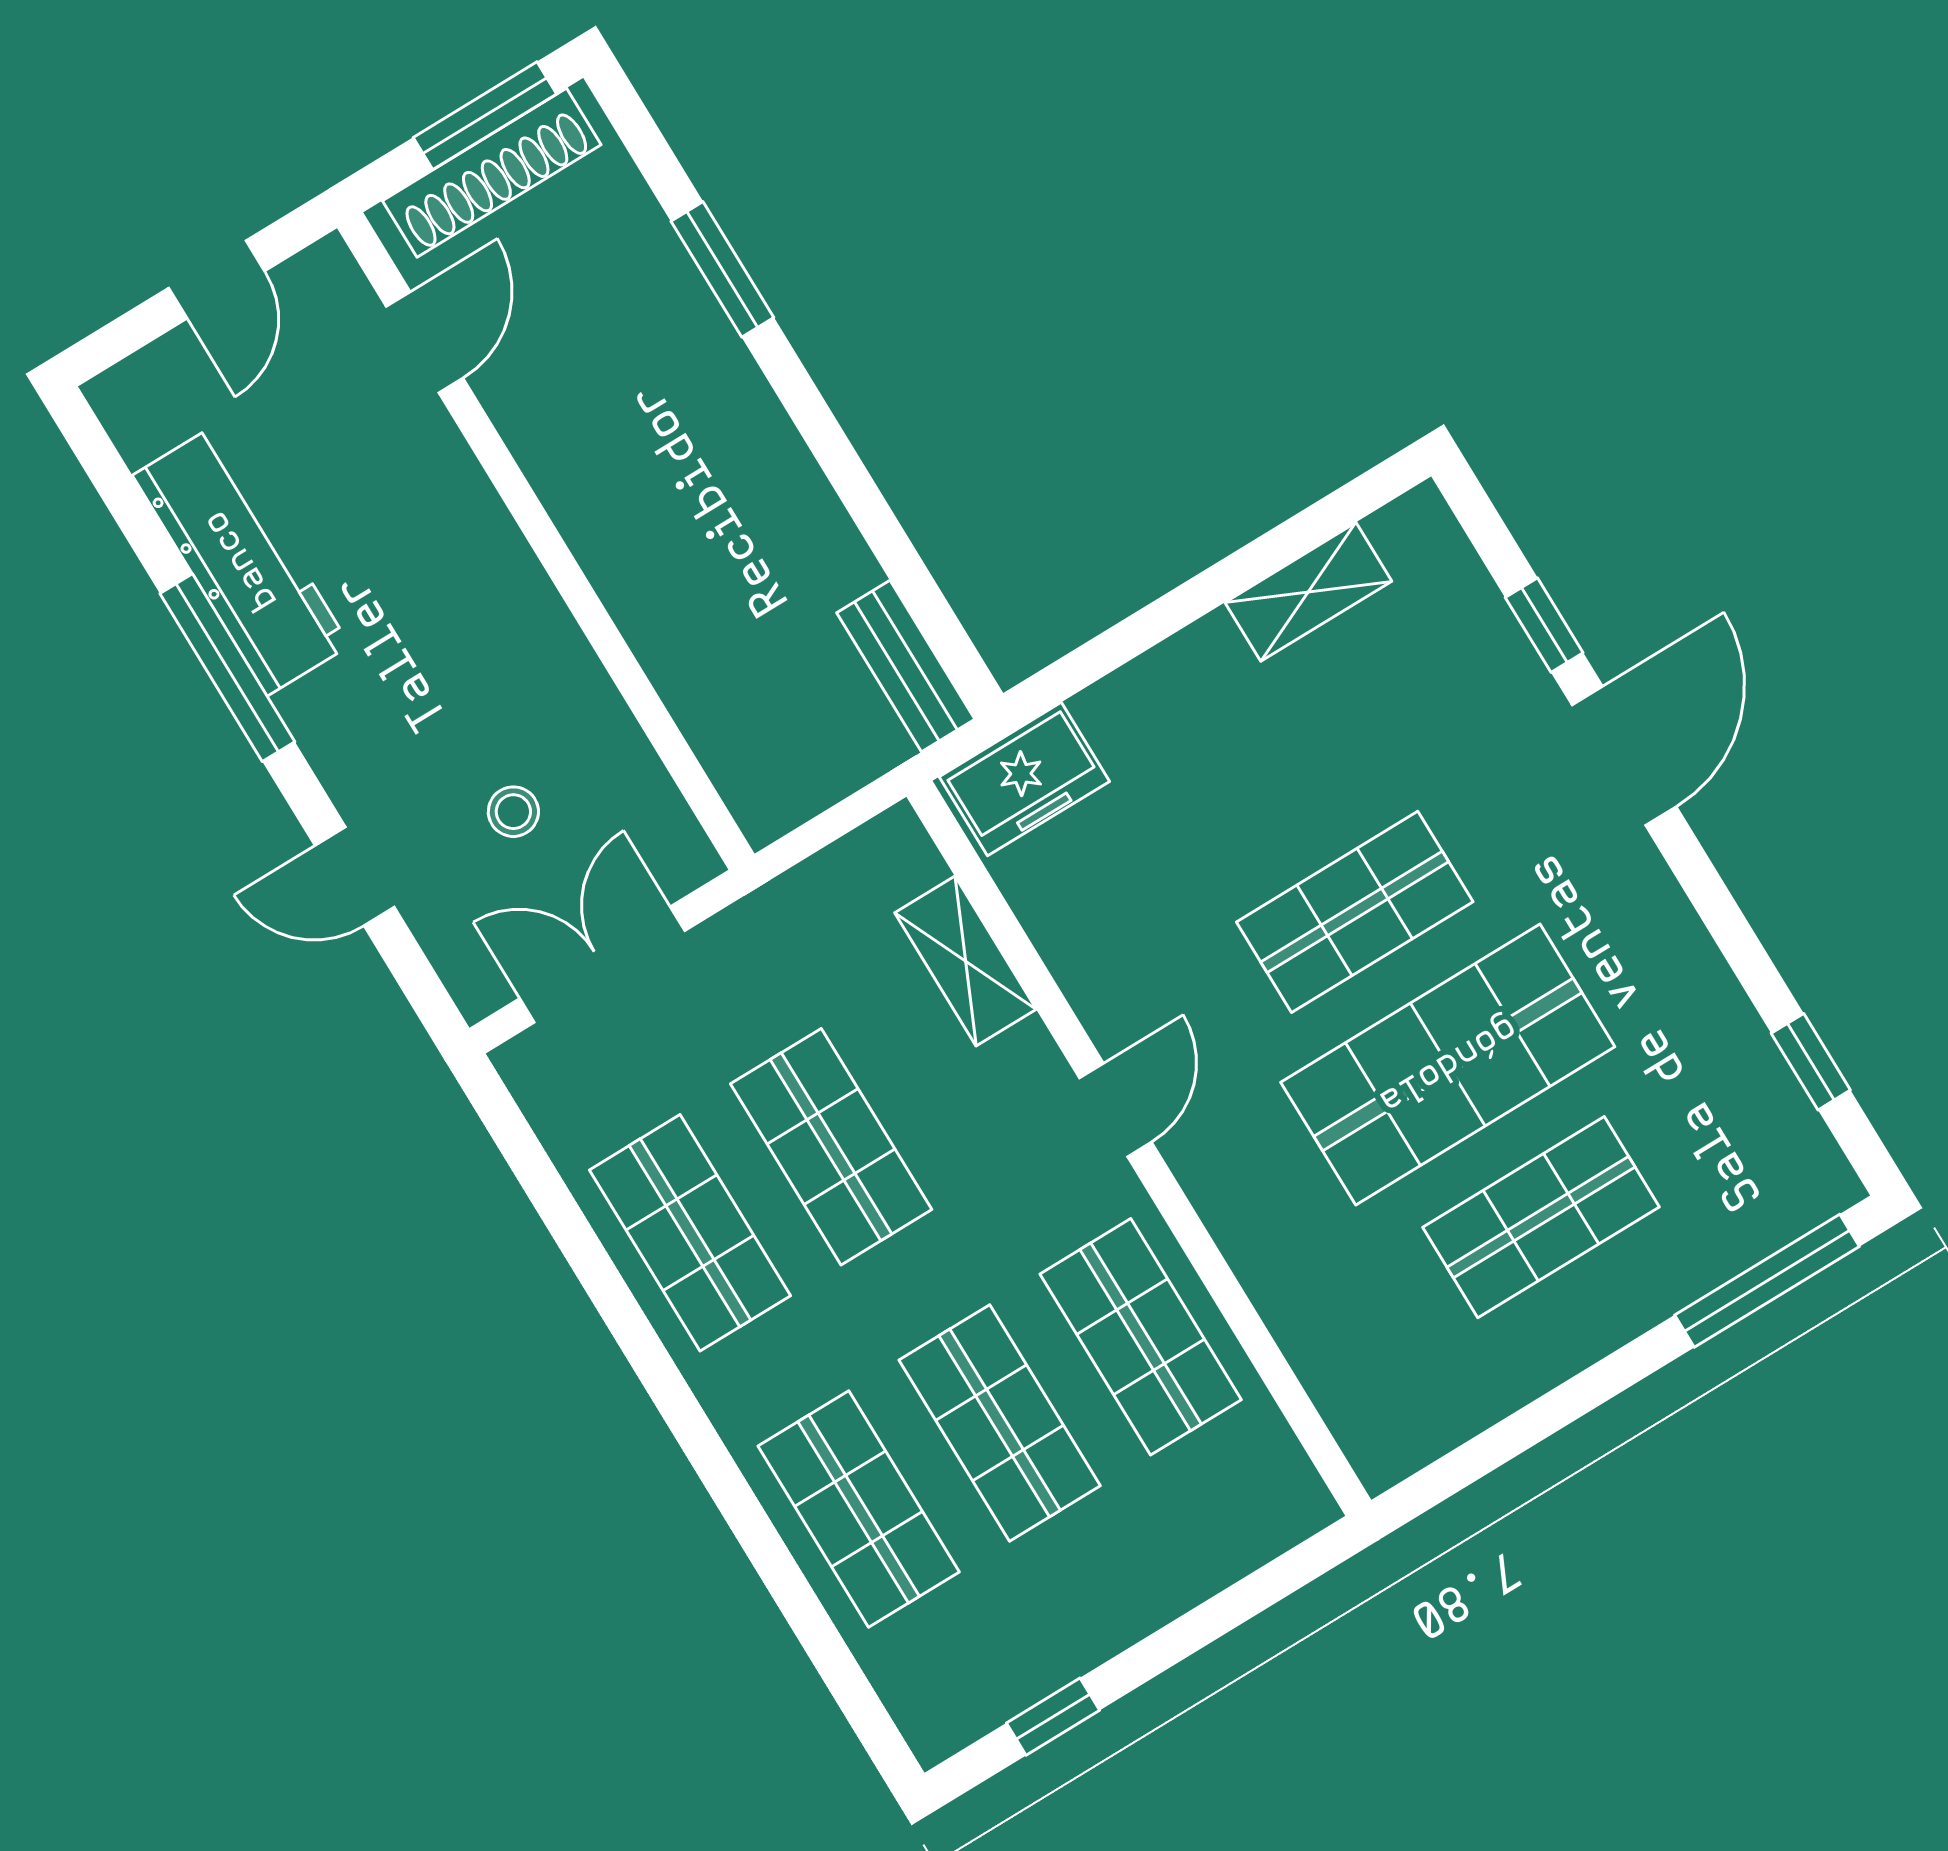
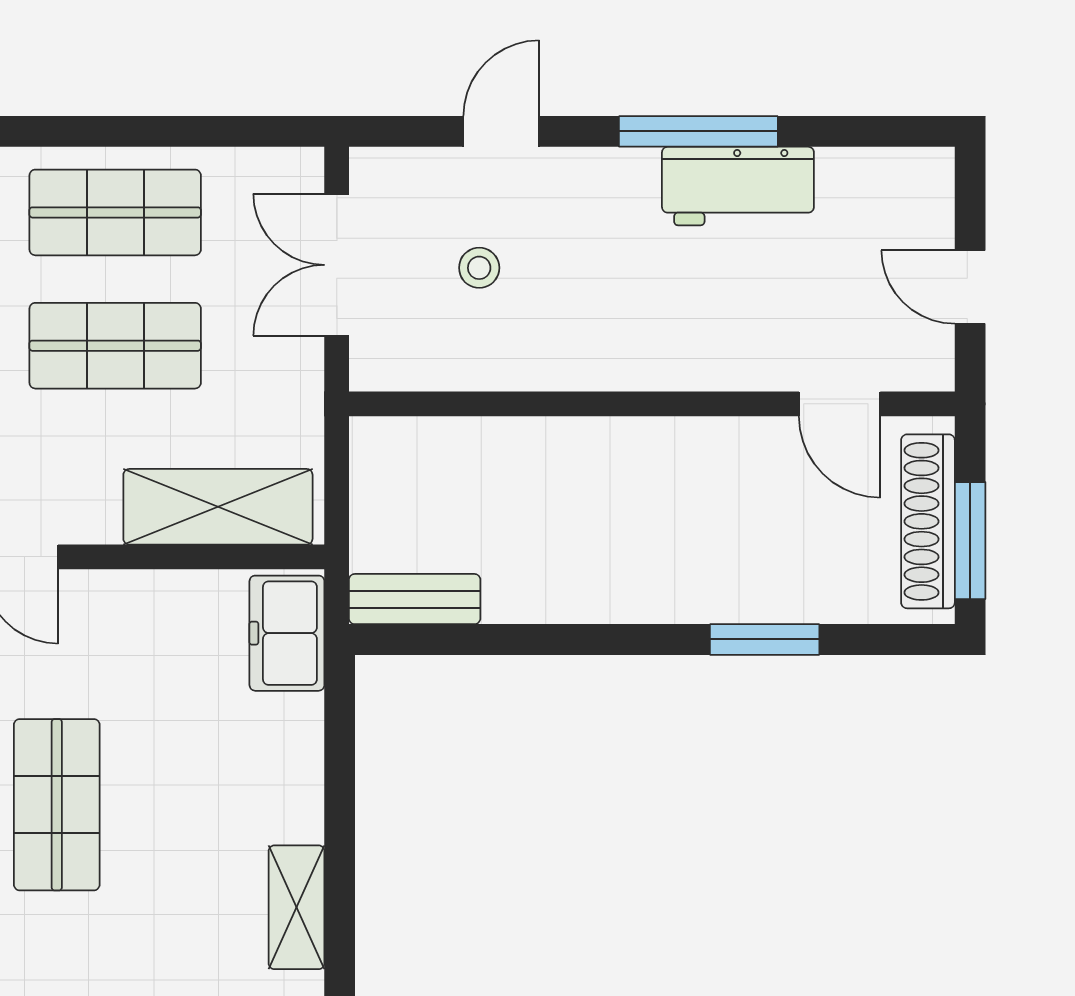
workbench: (241, 560) -> (738, 186), width x0.73
shelving: (966, 961) -> (218, 507), width x1.50, depth x1.33
double door: (602, 964) -> (337, 265), swing flipped

